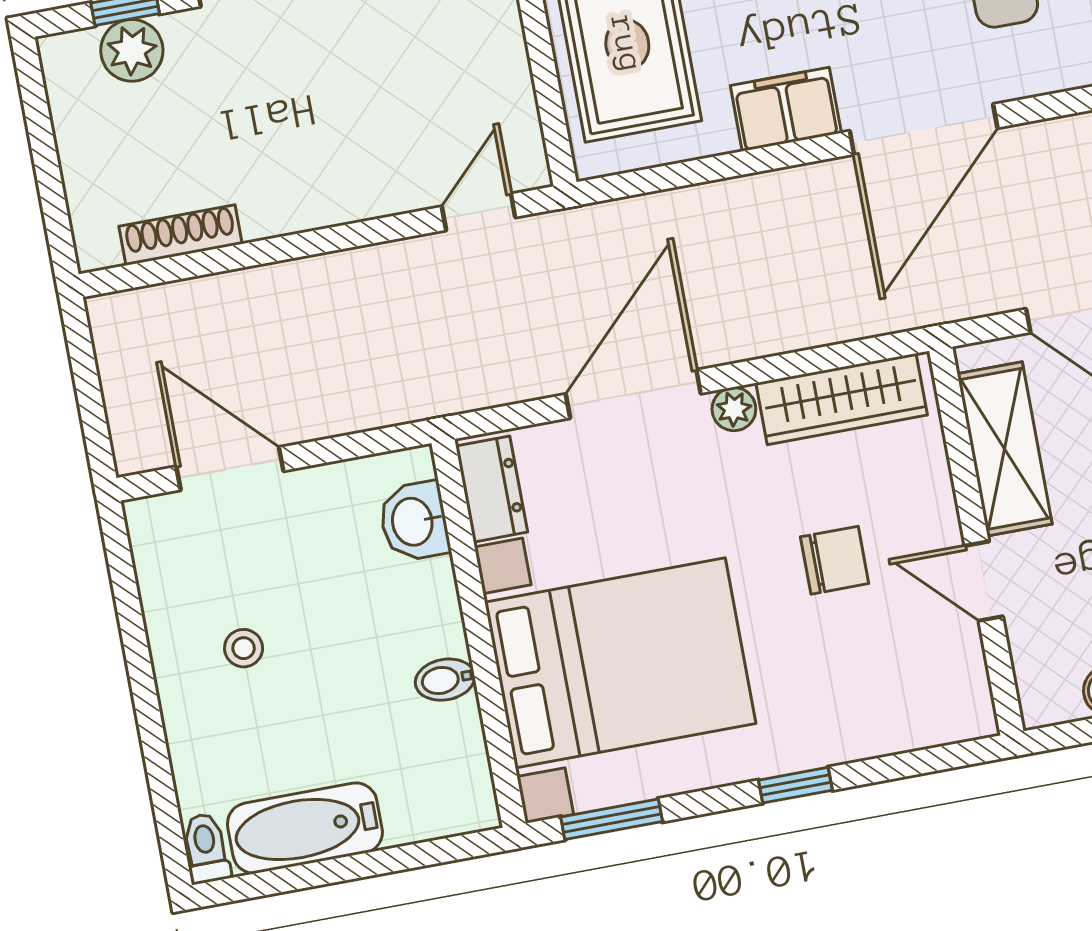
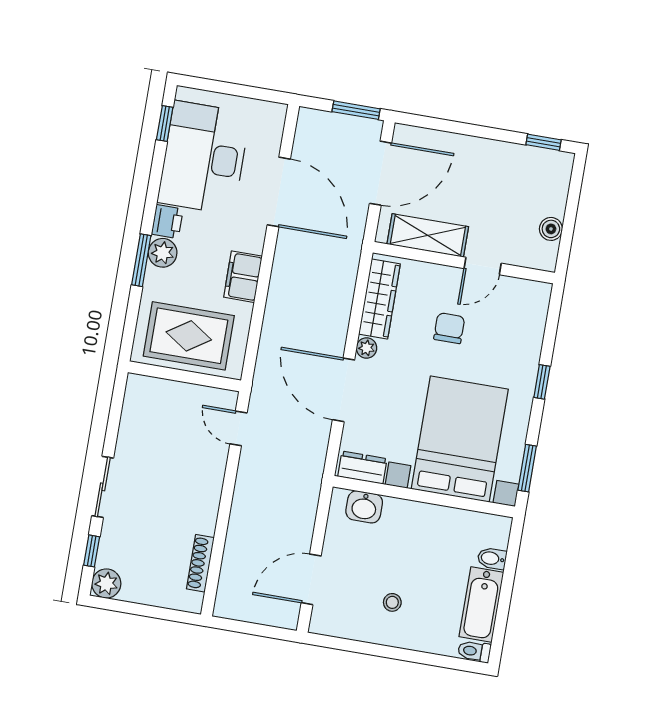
plant: (132, 50) -> (106, 584), moved
door: (924, 129) -> (279, 192), moved
bidet: (445, 680) -> (492, 558), moved, turned 90

